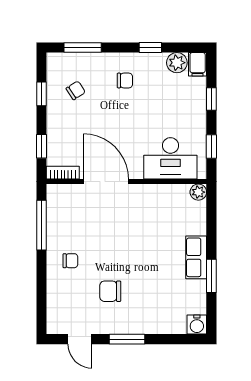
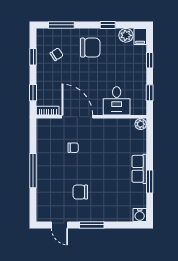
chair: (125, 81) -> (90, 48), width x1.87, depth x1.87
desk: (170, 158) -> (117, 101), width x0.73
window: (41, 225) -> (33, 171), moved
chair: (70, 261) -> (73, 148), moved

